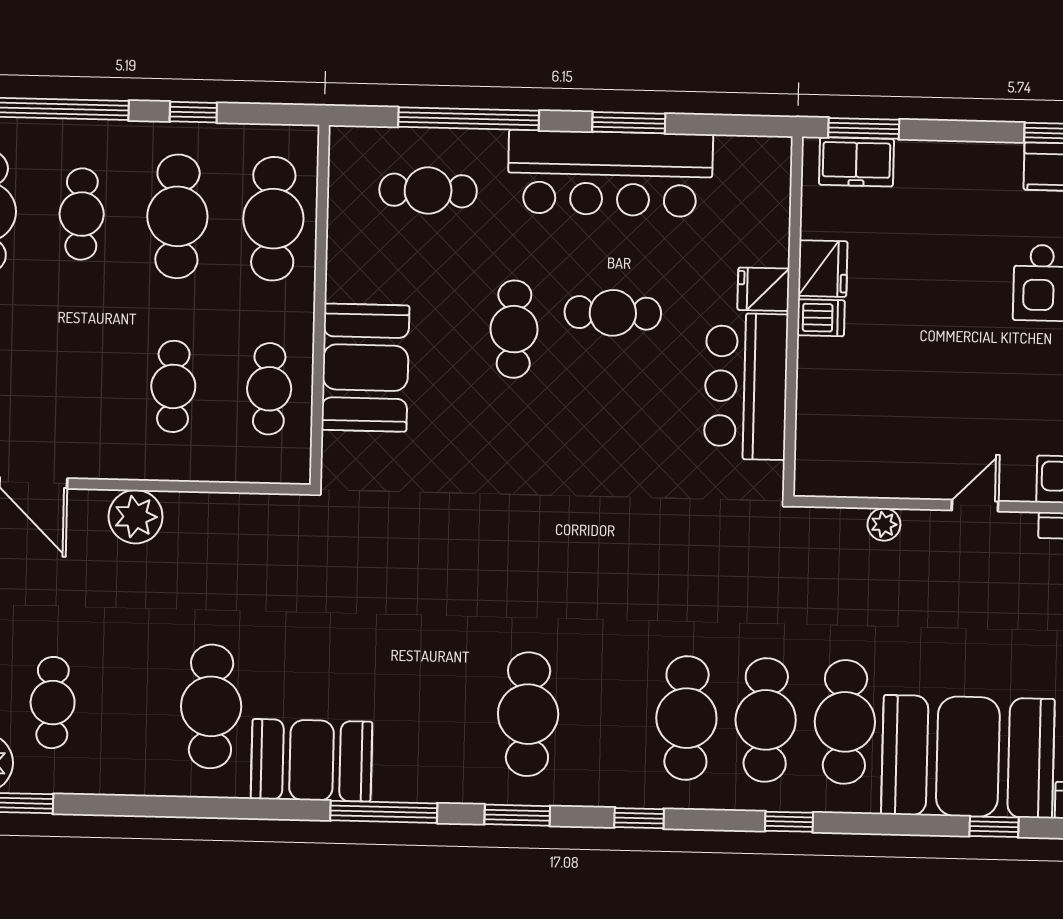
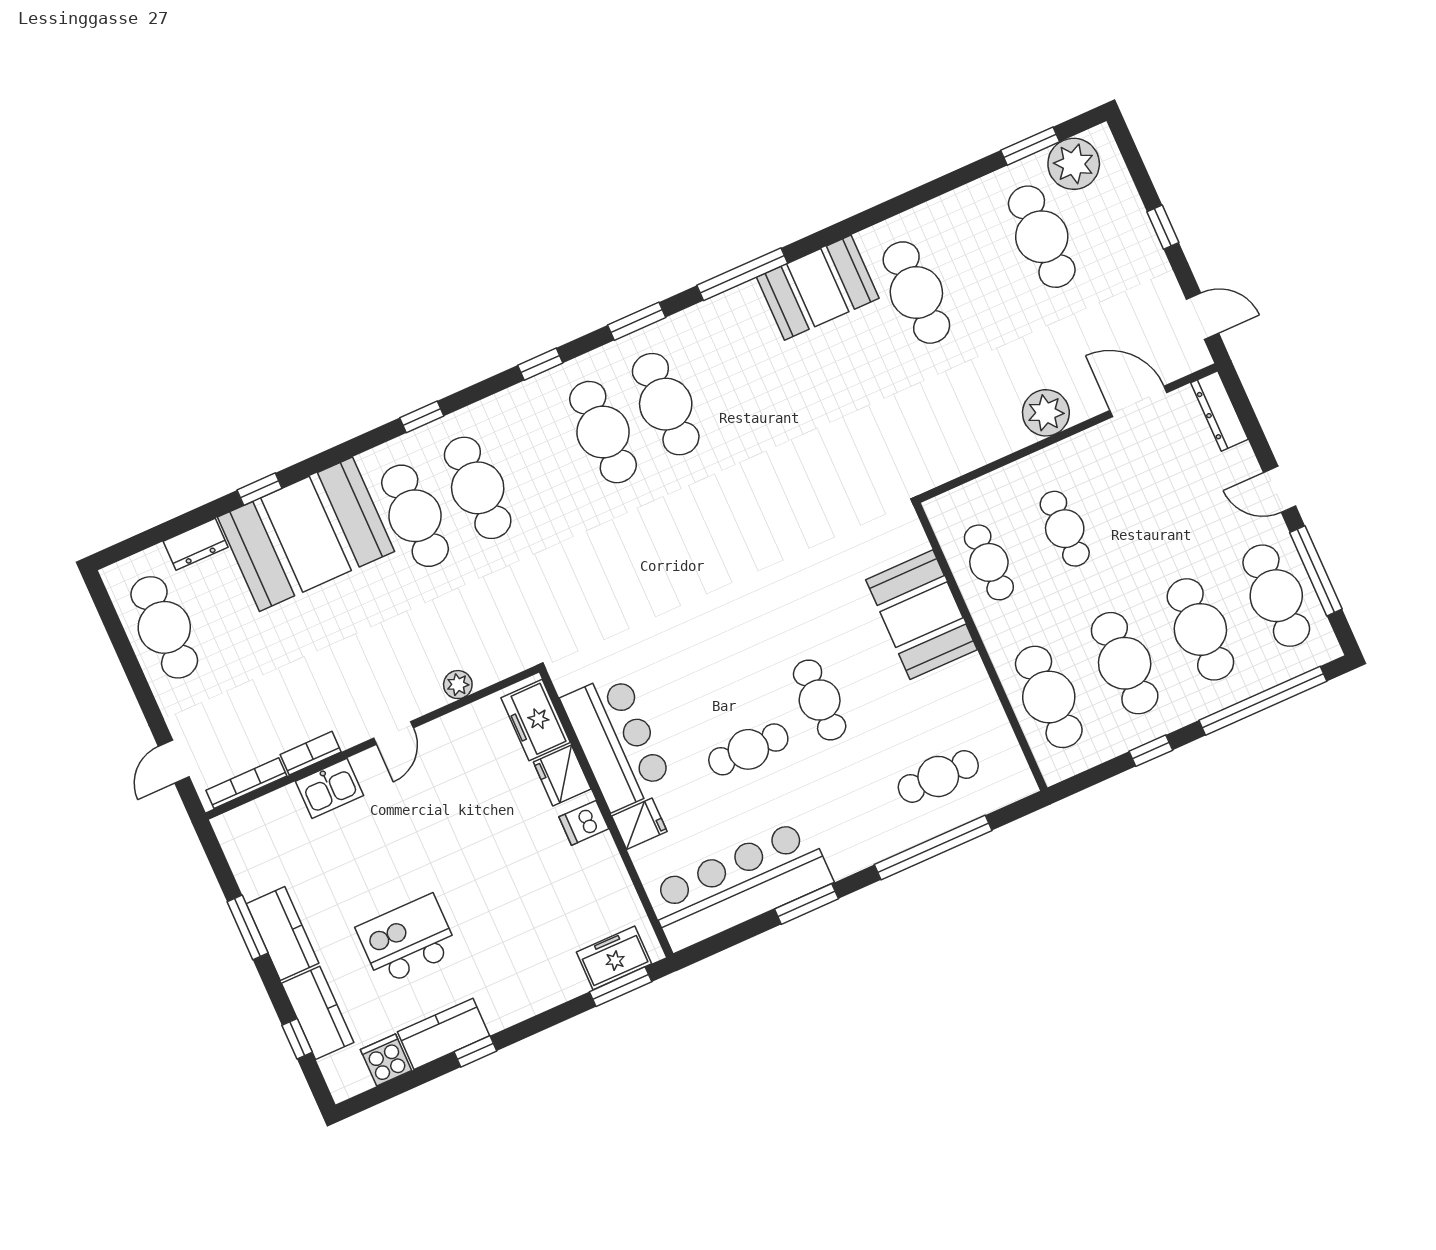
bar counter: (610, 173) -> (739, 885), moved
cafe table: (82, 214) -> (1200, 629), width x1.37, depth x1.35
fridge: (823, 269) -> (562, 776), moved
freezer: (820, 449) -> (536, 720), added
cafe table: (53, 703) -> (1042, 237), width x1.37, depth x1.35
cafe table: (686, 718) -> (603, 432), moved

